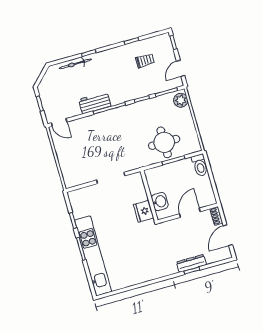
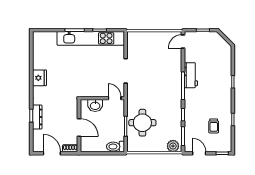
bicycle: (75, 64) -> (227, 68), removed
door: (145, 182) -> (115, 98), added
fridge: (144, 211) -> (39, 78), moved, turned 90
kitchen unit: (93, 256) -> (91, 38), moved

